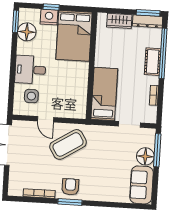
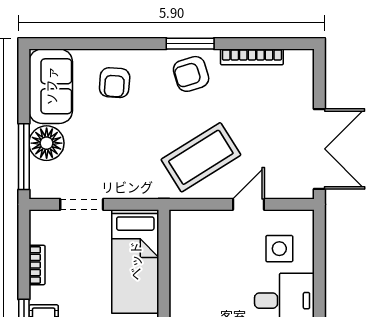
door: (45, 119) -> (249, 204), hinge flipped
armchair: (109, 185) -> (115, 83), added
armchair: (70, 187) -> (191, 74), turned 73

